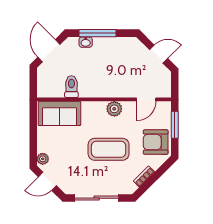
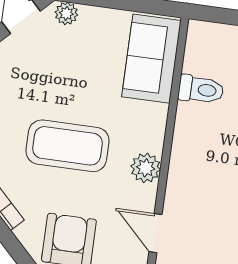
coffee table: (109, 149) -> (68, 146), turned 90

